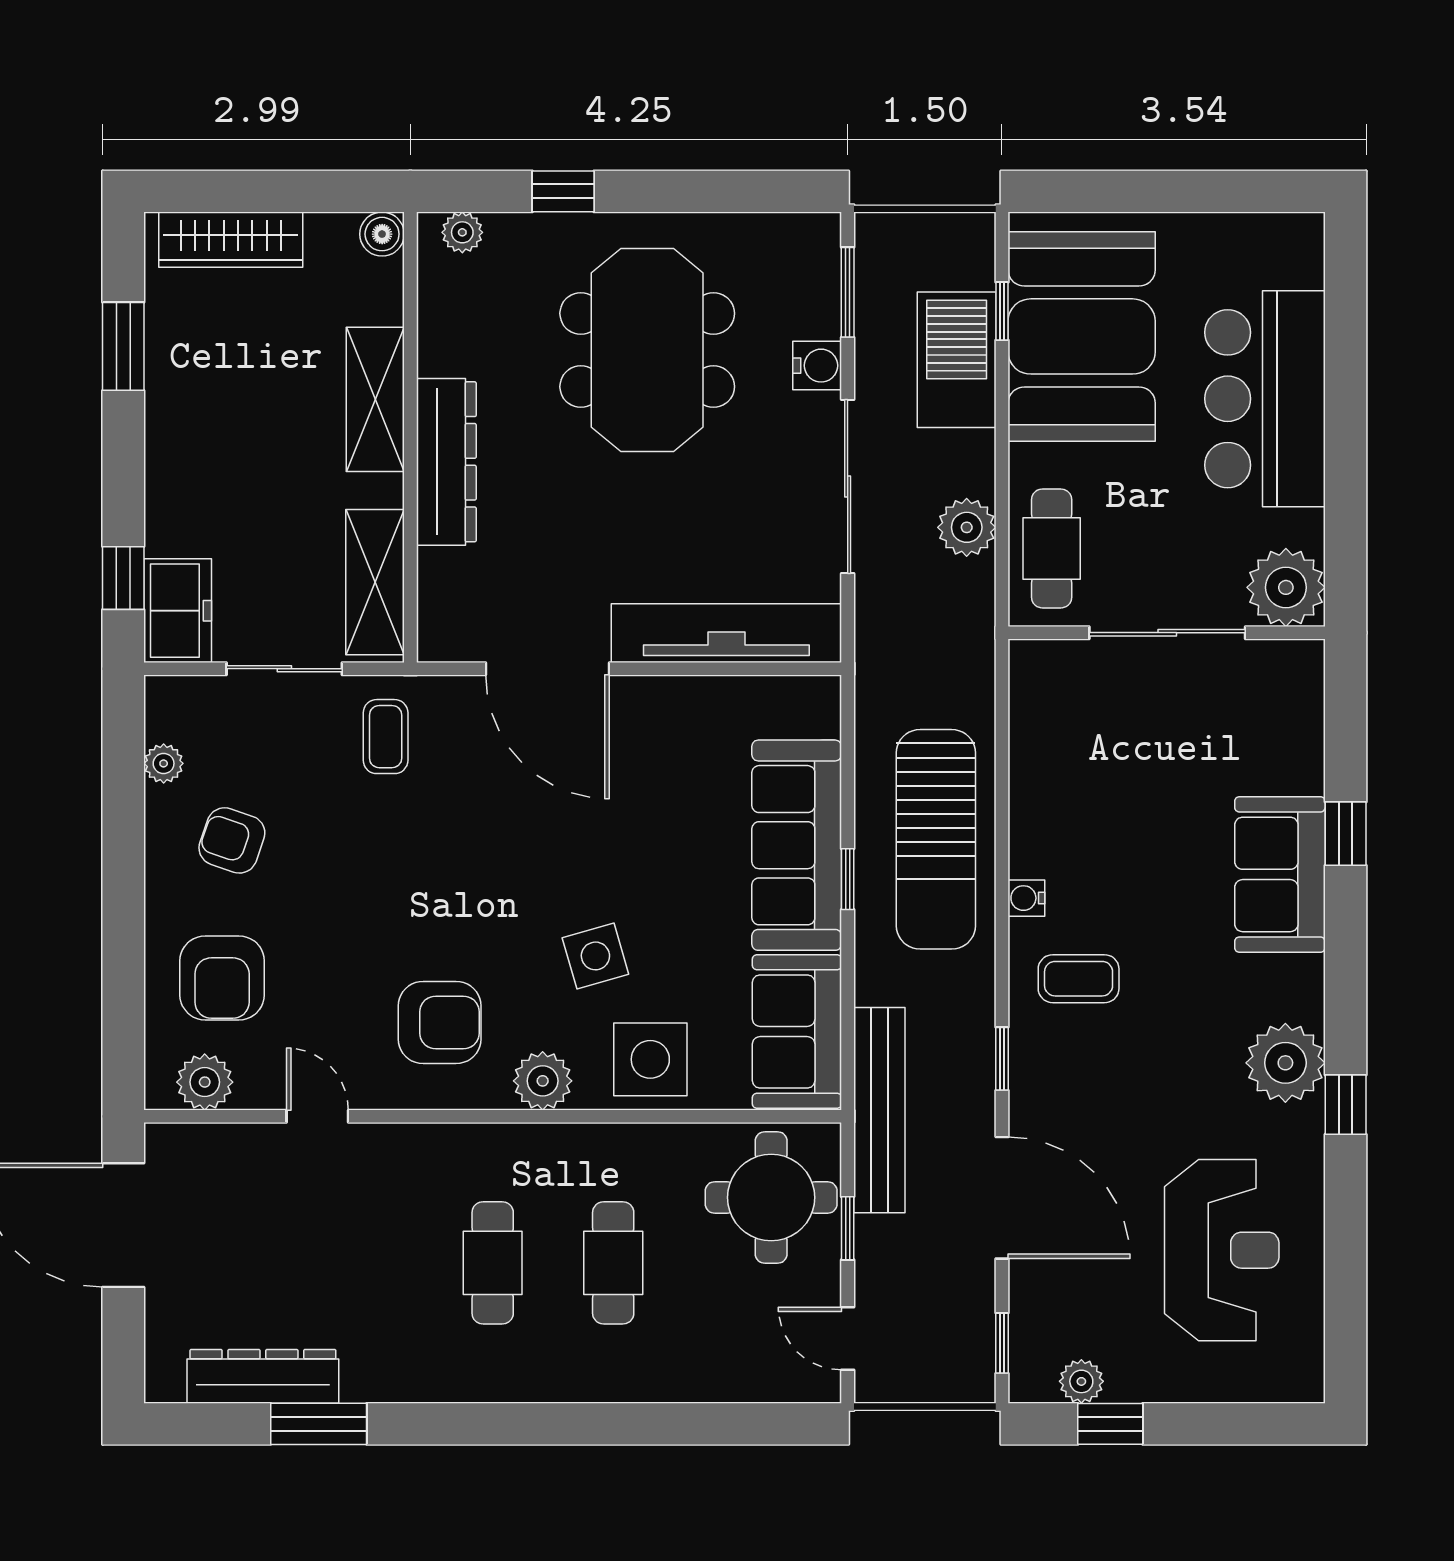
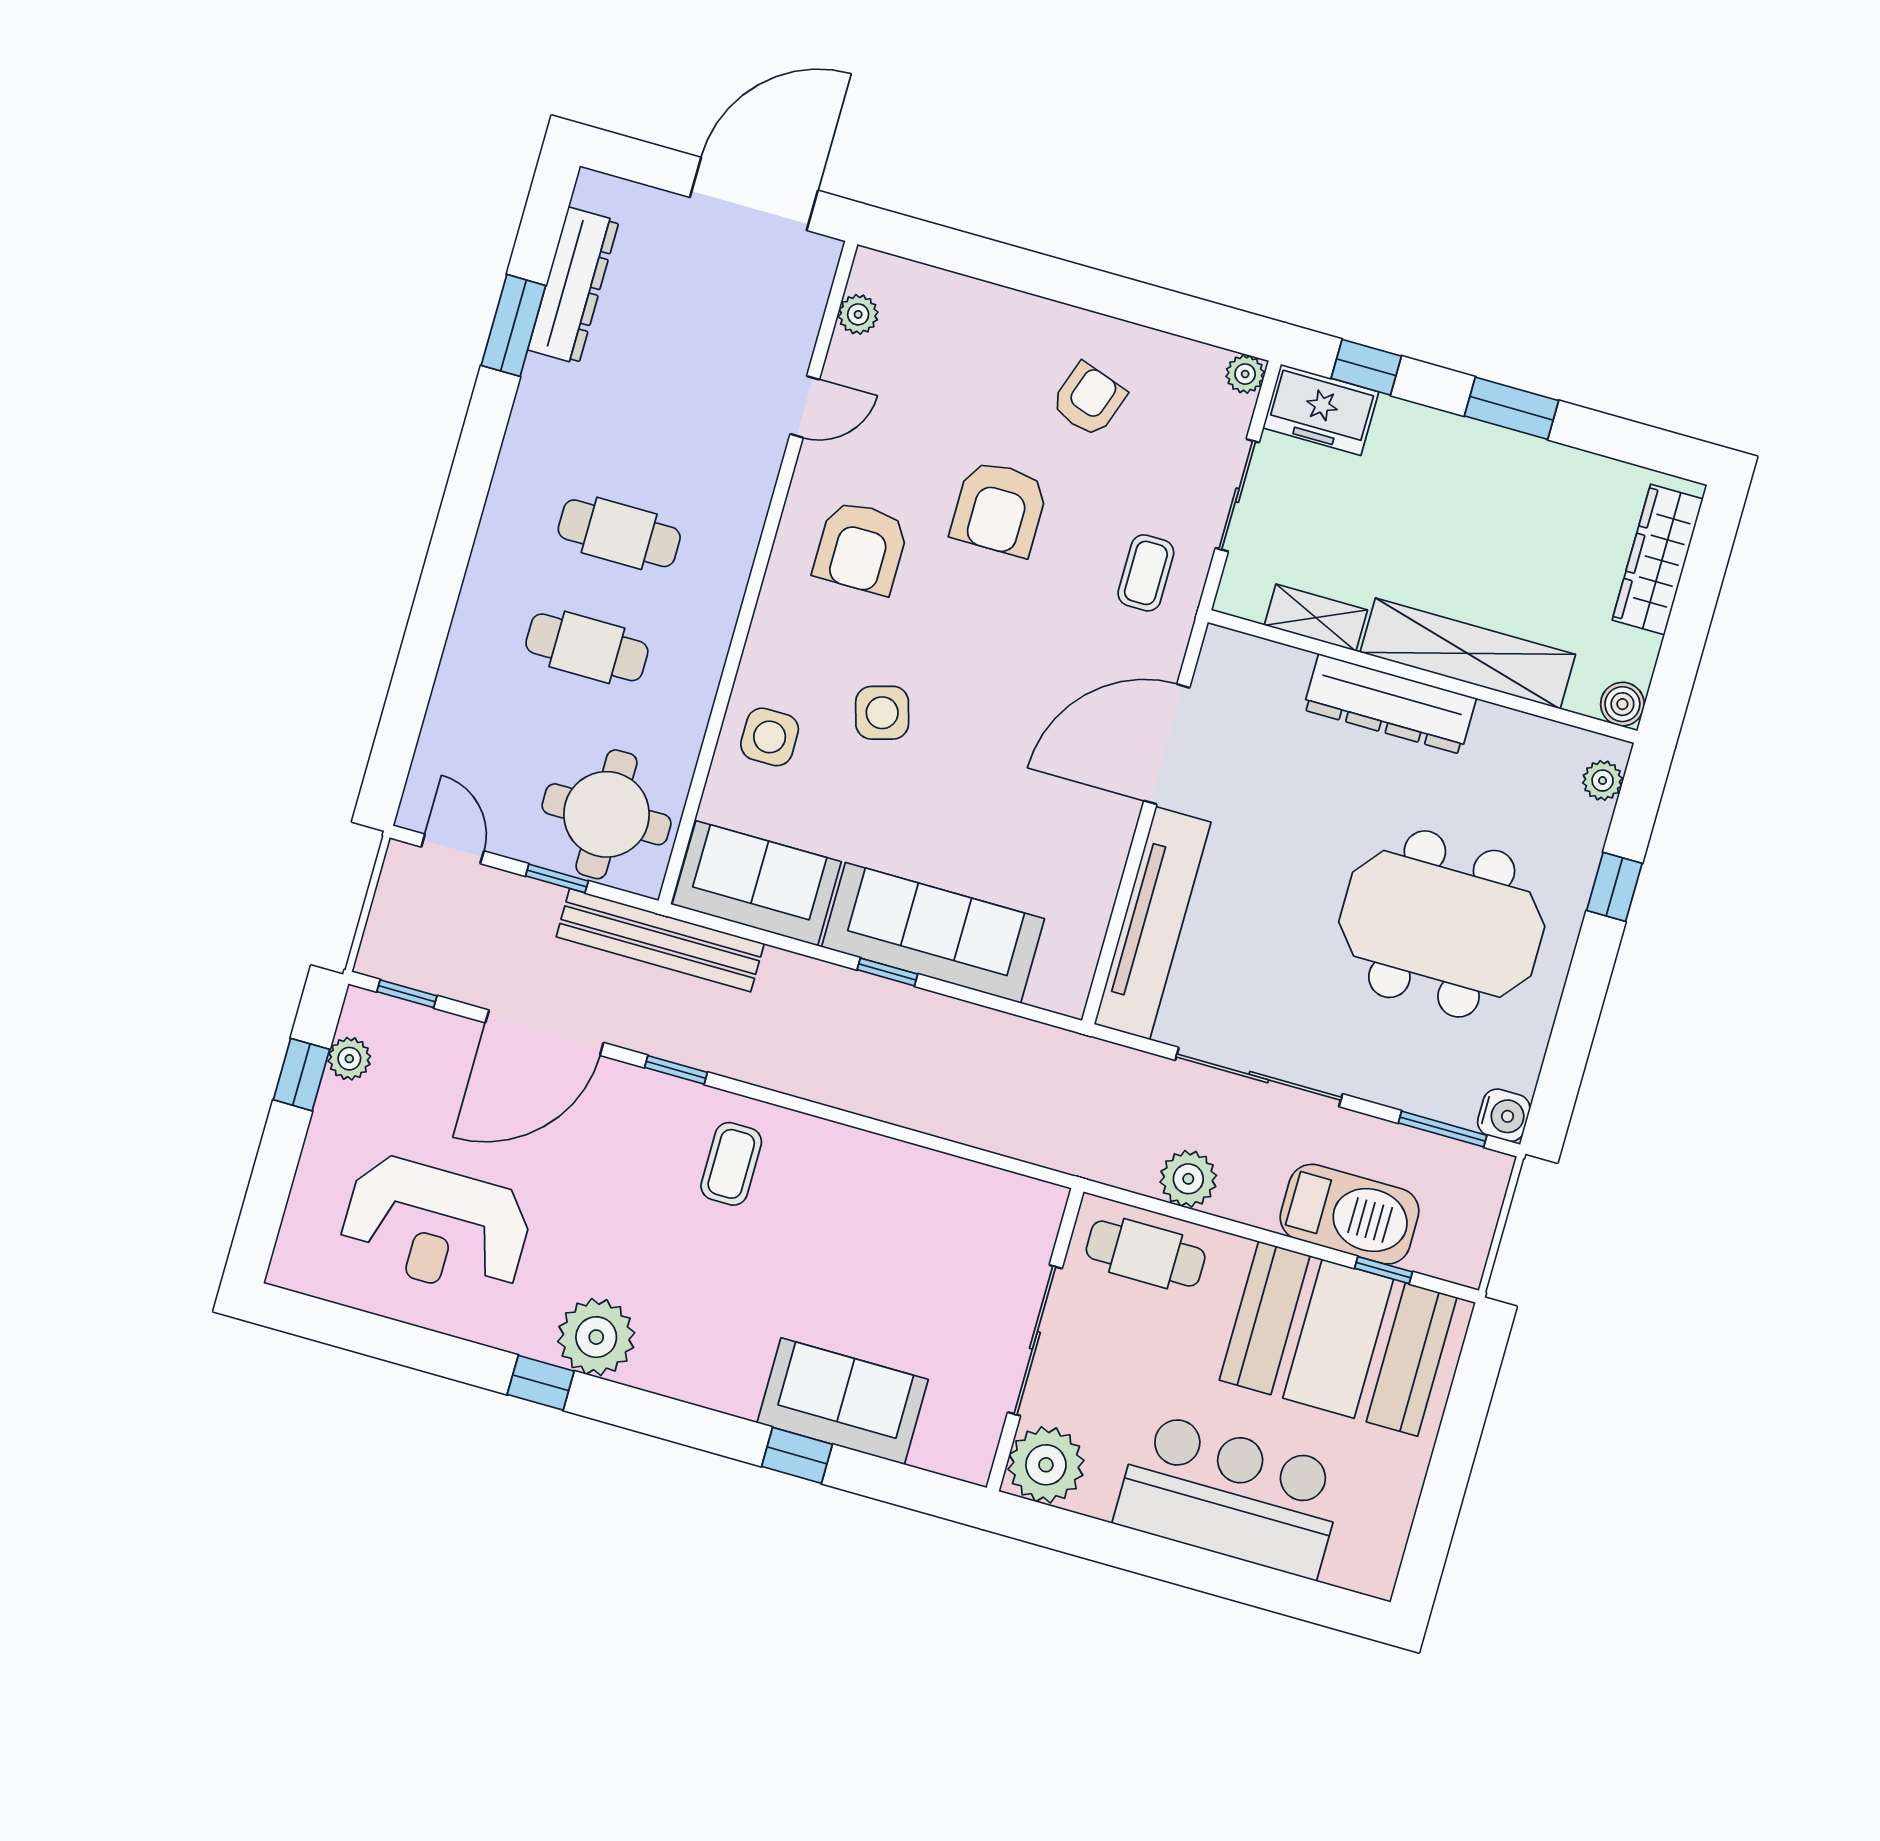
window: (123, 346) -> (1511, 408), moved
water cooler: (817, 366) -> (1504, 1115), moved, turned -90
shelving: (375, 399) -> (1468, 653), width x1.47
shelving: (375, 582) -> (1316, 618), width x0.67, depth x0.75
coffee table: (386, 737) -> (1146, 573), turned 90
plant: (164, 763) -> (1245, 374), moved
sun lounger: (936, 839) -> (901, 1066), removed
sofa: (1280, 874) -> (843, 1401), moved
water cooler: (1026, 898) -> (822, 1136), removed
armchair: (222, 978) -> (999, 508), moved, turned -90
side table: (650, 1059) -> (770, 737), width x0.73, depth x0.73
plant: (543, 1081) -> (778, 629), removed
plant: (205, 1082) -> (858, 314), width x0.73, depth x0.73
door: (848, 1339) -> (453, 849), hinge flipped

